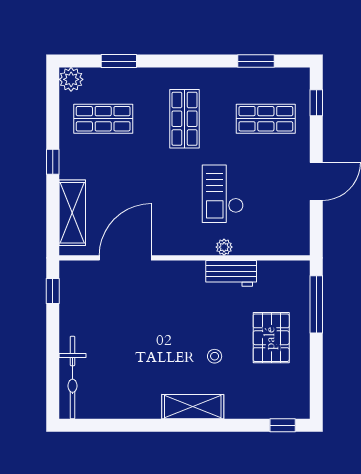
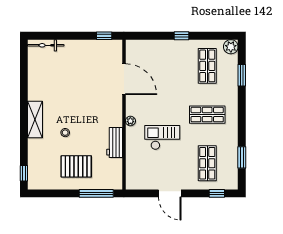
shelving: (72, 213) -> (151, 47), removed
plant: (224, 247) -> (130, 121), moved
bicycle: (73, 378) -> (46, 45), width x0.73, depth x0.71

